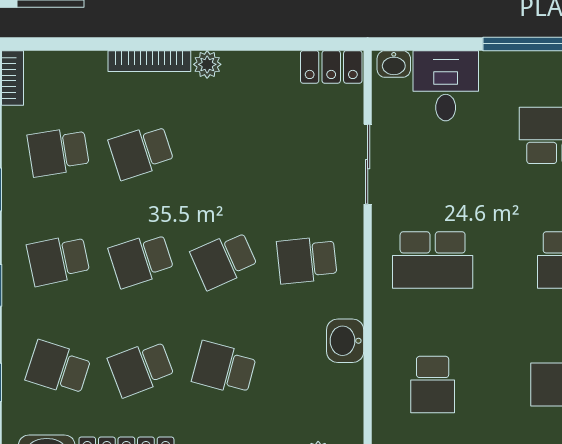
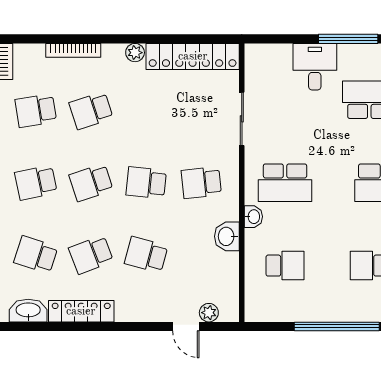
bookcase: (149, 61) -> (73, 50), moved
washbasin: (394, 64) -> (253, 217), moved, turned -90
locker: (331, 67) -> (193, 56), width x2.16, depth x1.21
desk: (446, 86) -> (315, 67), moved
school desk: (224, 260) -> (146, 183), turned 30
school desk: (433, 385) -> (285, 266), turned -90

